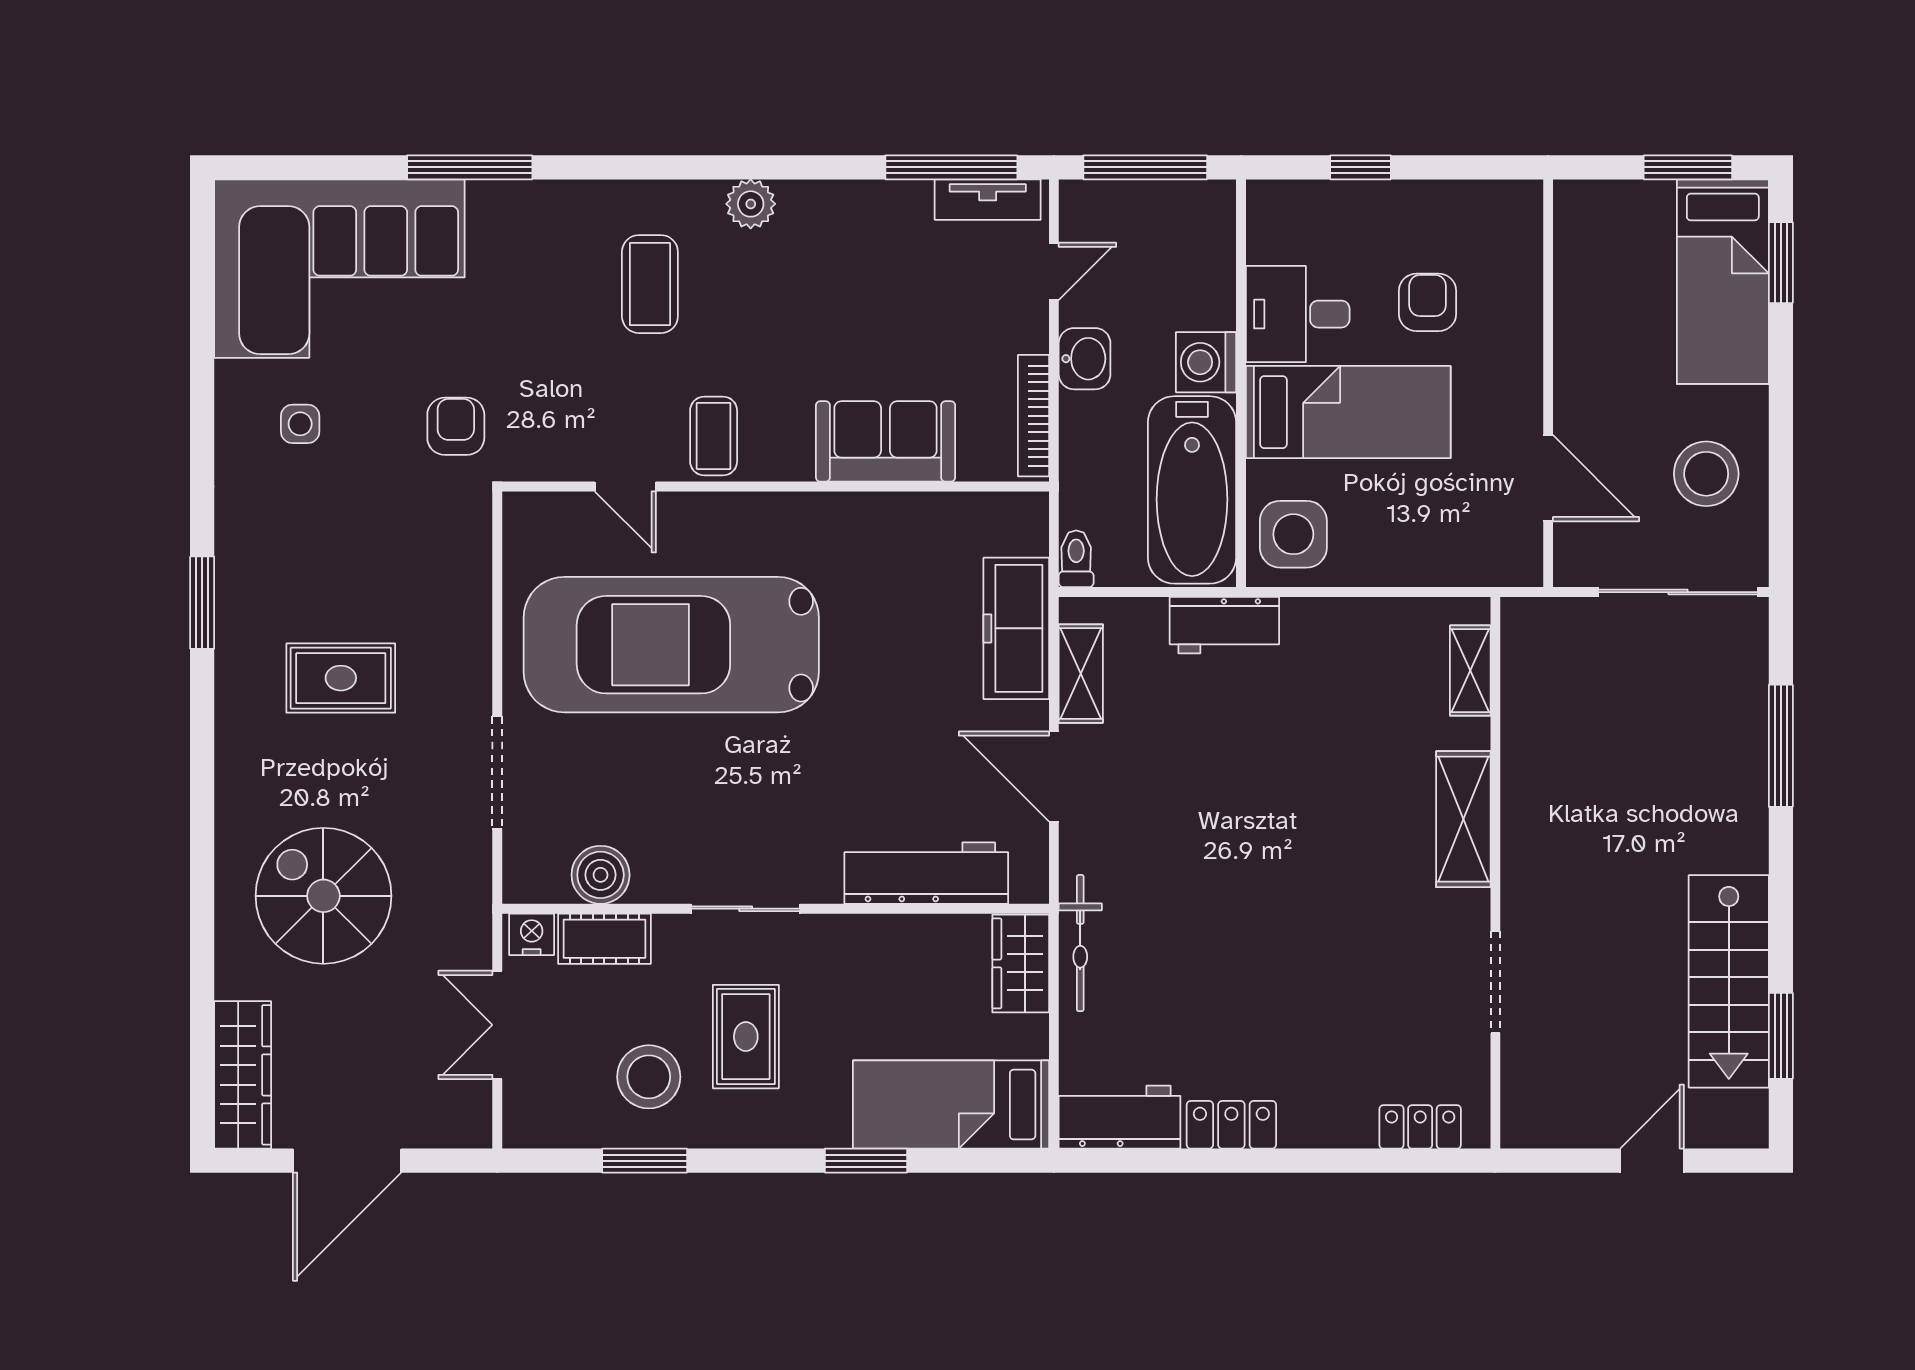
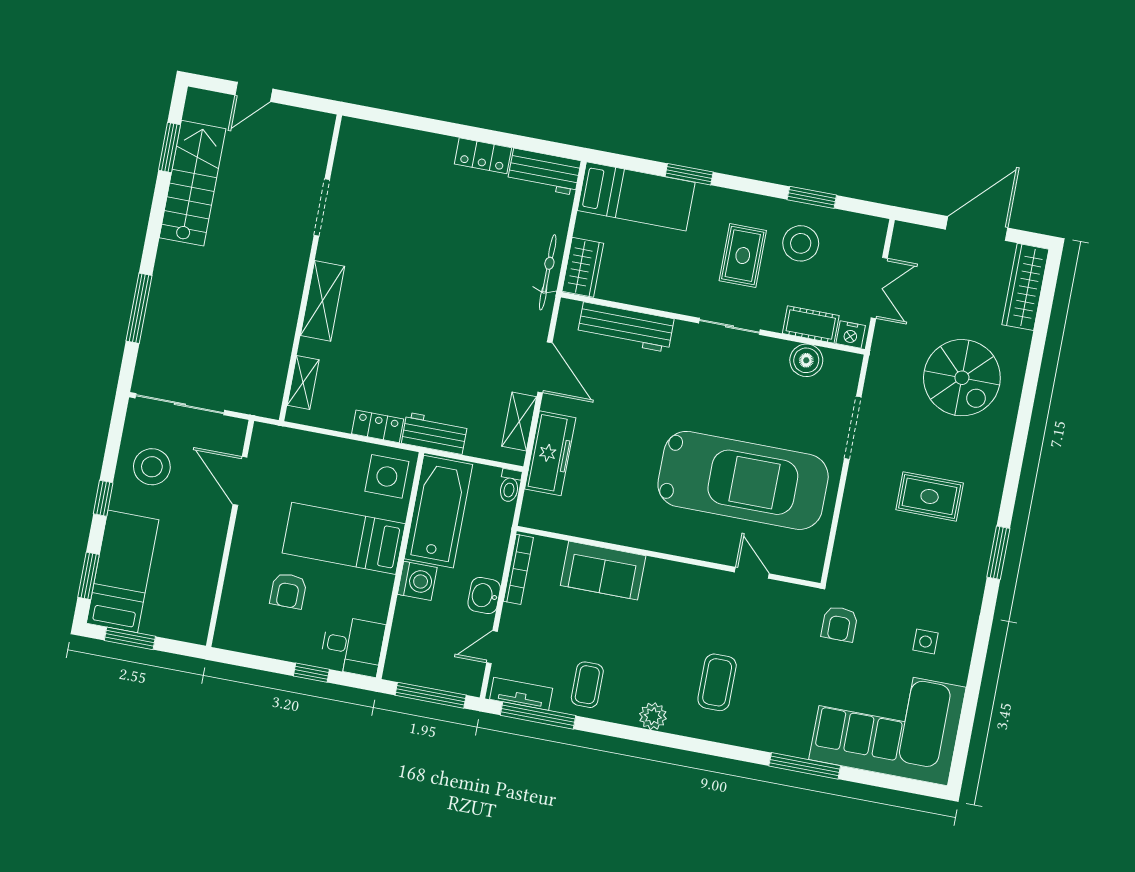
desk: (1298, 314) -> (352, 646), moved
window: (1781, 403) -> (103, 498), added
coffee table: (714, 436) -> (587, 685), moved
locker: (1420, 1127) -> (378, 426), moved, turned 180

